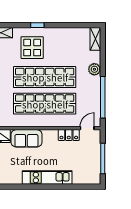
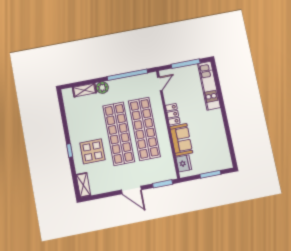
shelving: (95, 39) -> (84, 90), moved
door: (87, 128) -> (160, 84), swing flipped
locker: (69, 135) -> (173, 114), moved
kitchen unit: (47, 178) -> (209, 86), moved

